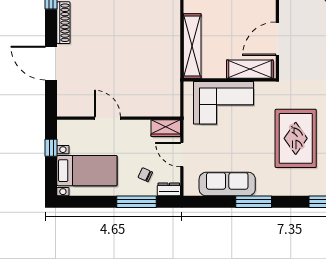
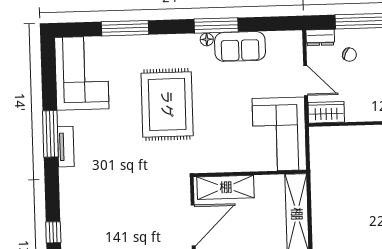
corner sofa: (223, 103) -> (279, 134), moved, turned -90
sofa: (227, 184) -> (240, 46), width x0.73
floor lamp: (262, 191) -> (207, 39), added

